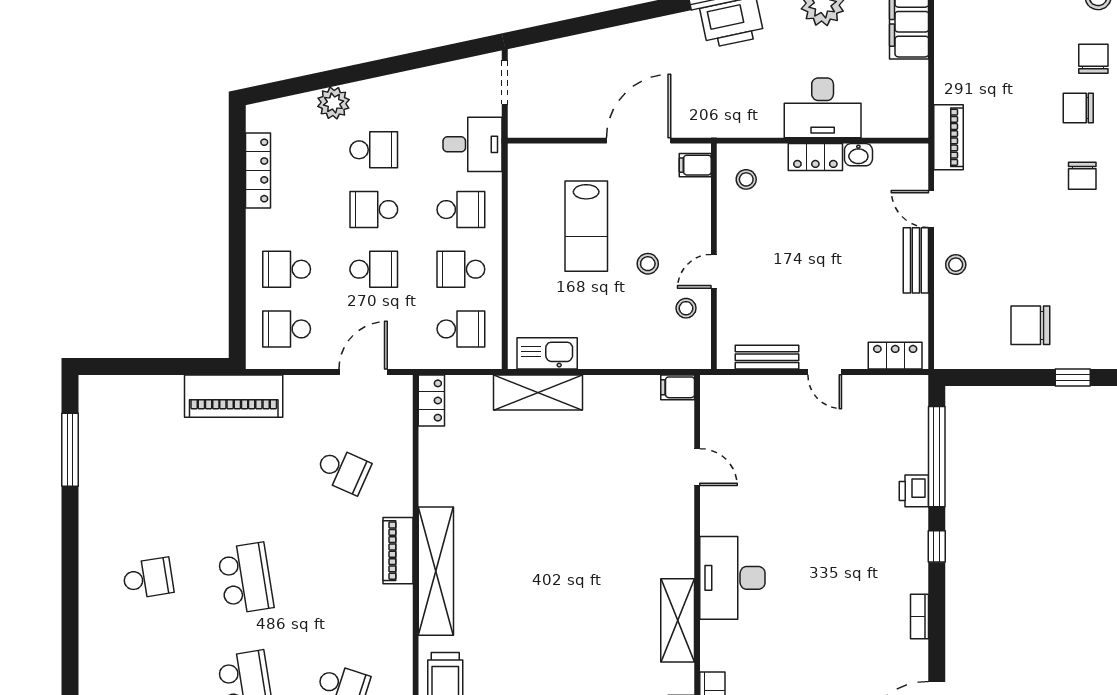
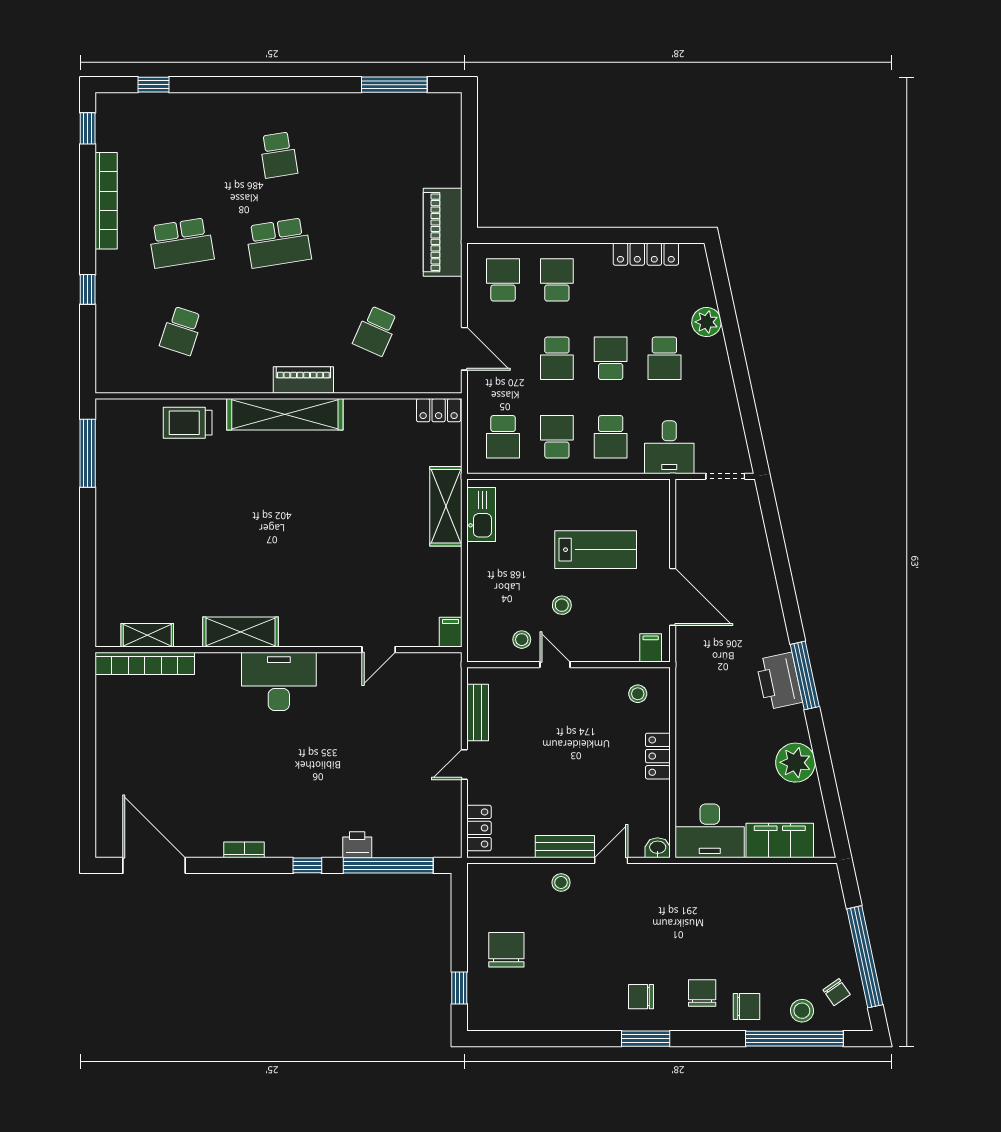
desk: (823, 108) -> (710, 831), moved, turned -90
piano: (949, 137) -> (676, 876), removed
washbasin: (858, 155) -> (658, 848), moved, turned 90
lab bench: (586, 226) -> (596, 550), turned 180

